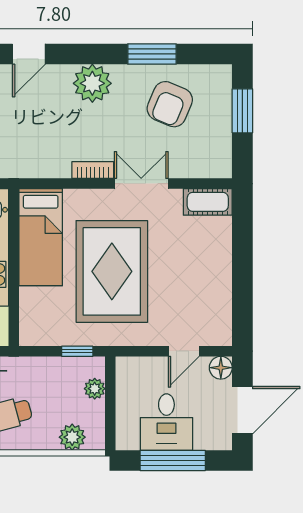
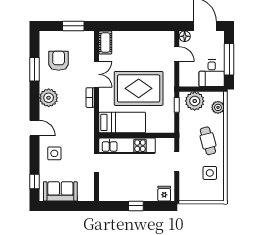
armchair: (170, 104) -> (59, 61), turned -113
window: (242, 111) -> (73, 26), moved
double door: (141, 184) -> (97, 74), swing flipped
plant: (95, 389) -> (195, 101), width x1.87, depth x1.87
desk: (166, 422) -> (212, 73), moved, turned 90

